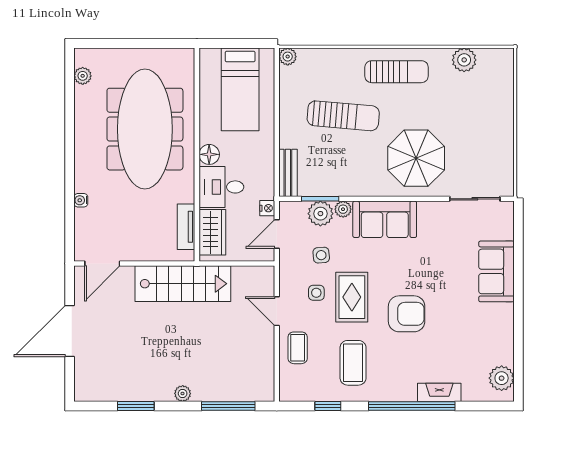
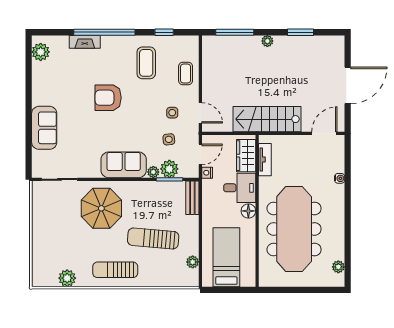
plant: (288, 57) -> (193, 262), moved
rug: (352, 297) -> (147, 110), removed
door: (277, 311) -> (200, 113), moved

